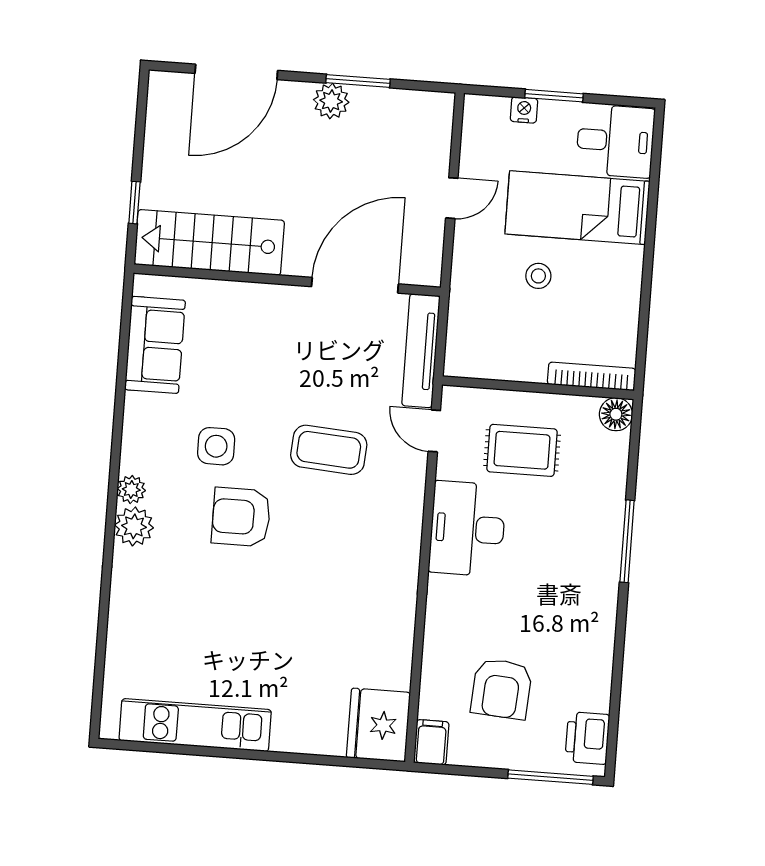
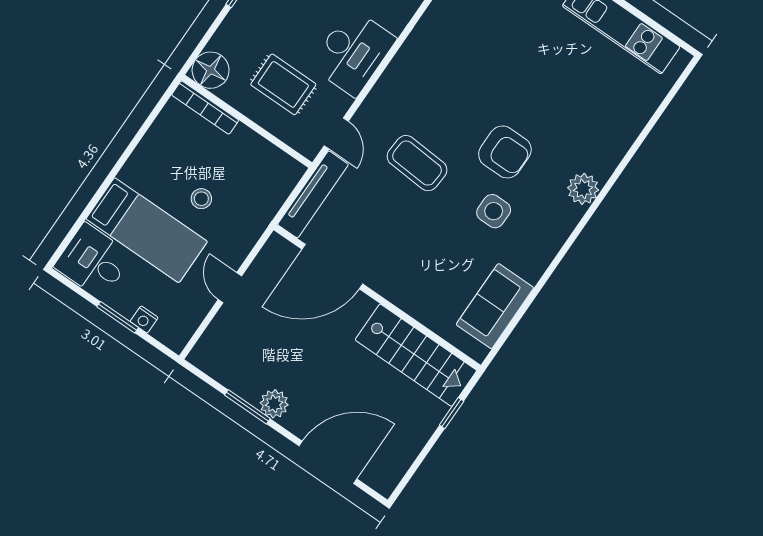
door: (452, 198) -> (230, 288), hinge flipped
floor lamp: (616, 414) -> (211, 70), width x1.38, depth x1.38
plant: (131, 489) -> (570, 216), removed

